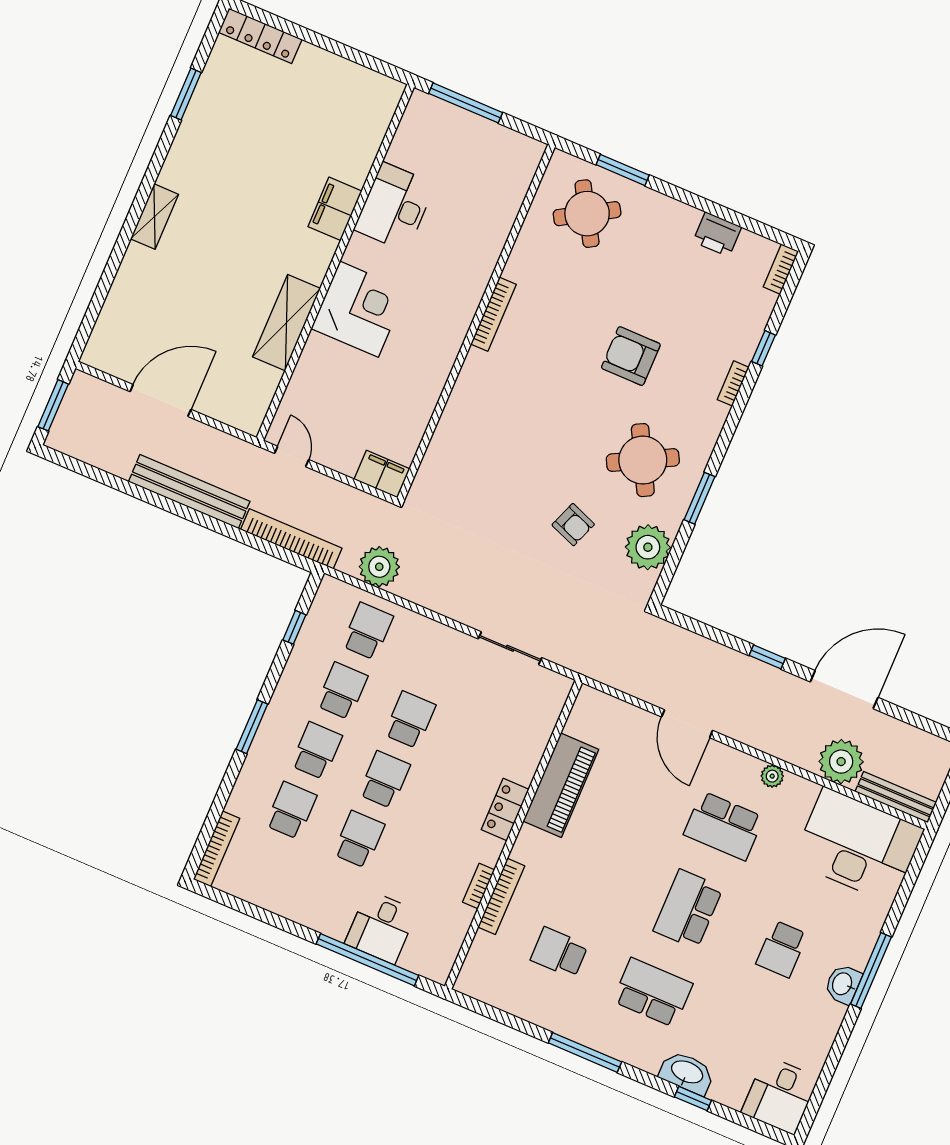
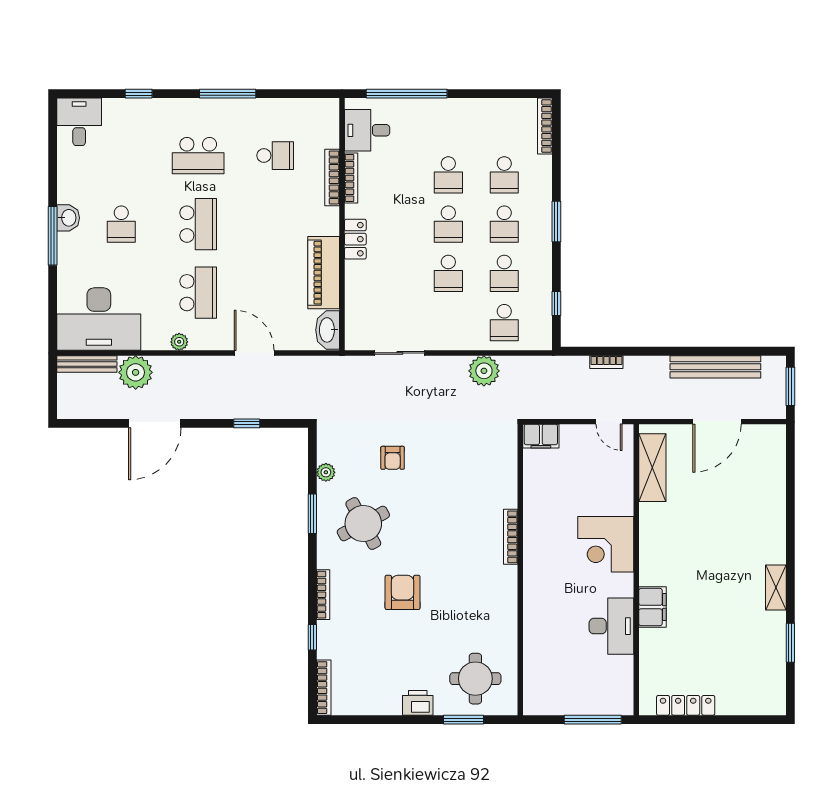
locker: (260, 36) -> (686, 705), moved
round table: (587, 214) -> (475, 679), turned 31
shelving: (154, 217) -> (776, 588), moved
printer: (717, 234) -> (418, 703), moved
bookcase: (781, 269) -> (324, 688), width x1.56
bookcase: (494, 314) -> (511, 537), moved
shelving: (286, 323) -> (652, 468), moved
armchair: (631, 356) -> (403, 592), turned -90
bookcase: (733, 383) -> (323, 595), width x1.56
bench: (189, 492) -> (715, 367), moved
armchair: (573, 525) -> (393, 458), turned -111
bookcase: (291, 539) -> (606, 362), width x0.43, depth x0.76
plant: (648, 547) -> (326, 472), width x0.53, depth x0.53
plant: (379, 567) -> (484, 371), moved
window: (767, 657) -> (247, 423), moved
school desk: (724, 826) -> (198, 293), turned 90
bookcase: (479, 886) -> (351, 178), width x1.56
desk: (381, 927) -> (367, 130), moved, turned -90
school desk: (782, 949) -> (121, 224), turned 180
washbasin: (687, 1073) -> (328, 330), moved, turned 90

